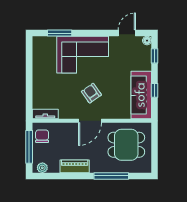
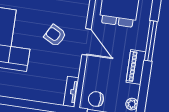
armchair: (91, 93) -> (55, 35), turned 63
window: (111, 176) -> (151, 41), moved

